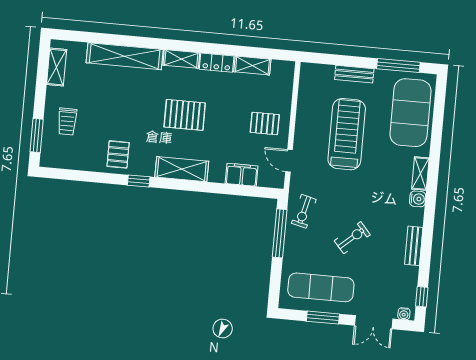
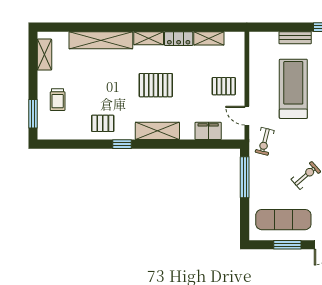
pallet: (118, 154) -> (103, 123), turned 90
exercise bike: (304, 211) -> (265, 141), moved

